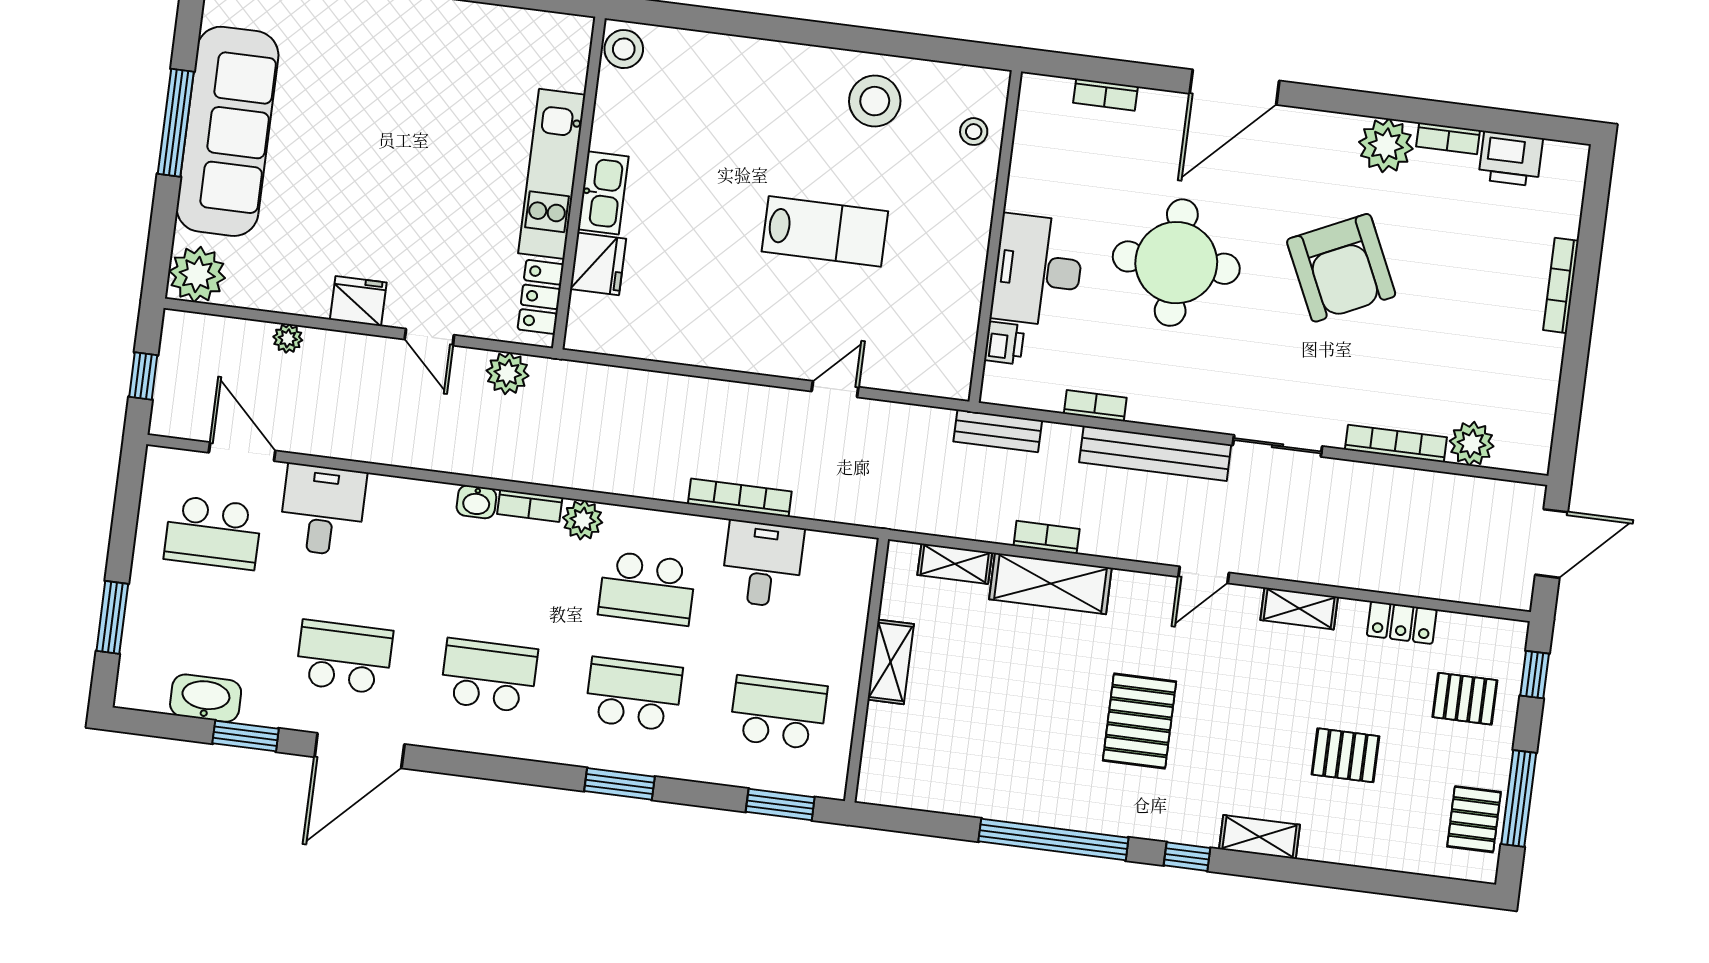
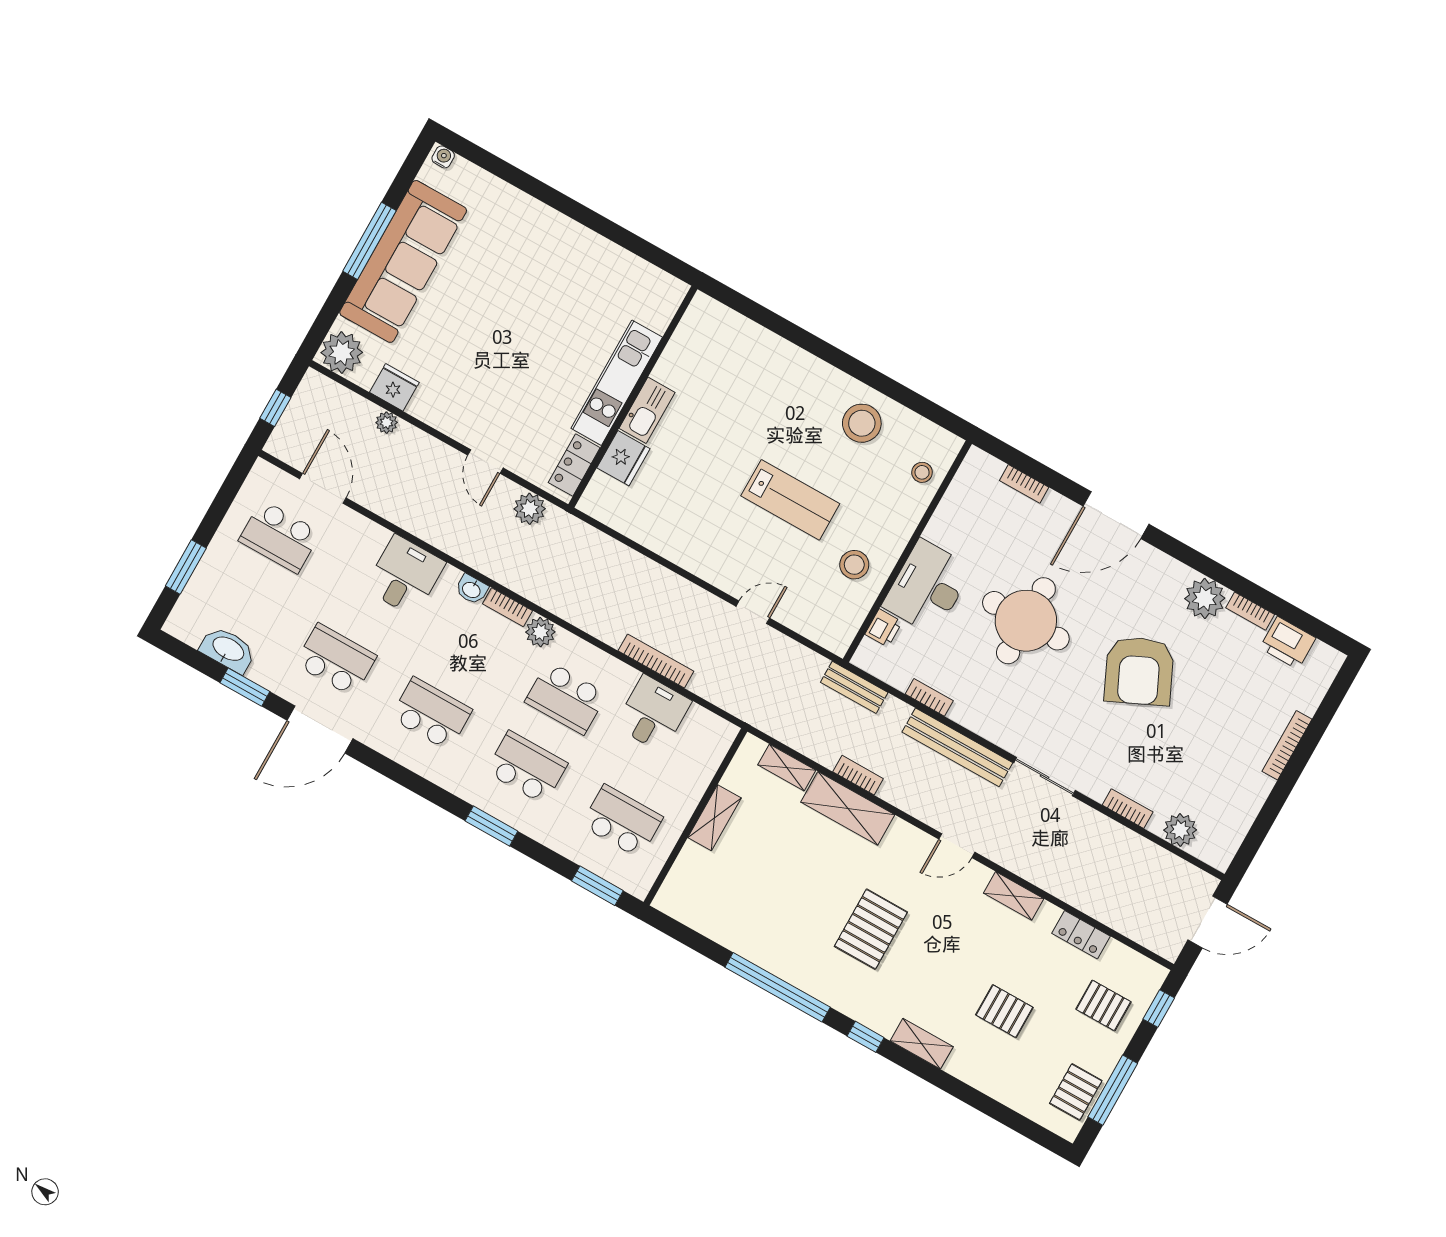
stool: (624, 49) -> (854, 565), moved
fridge: (358, 301) -> (394, 387), moved
bookcase: (1396, 443) -> (1128, 809), width x0.64
desk: (323, 510) -> (405, 576), moved

